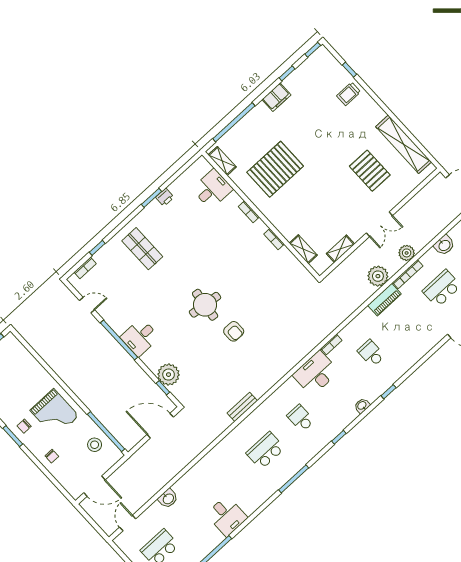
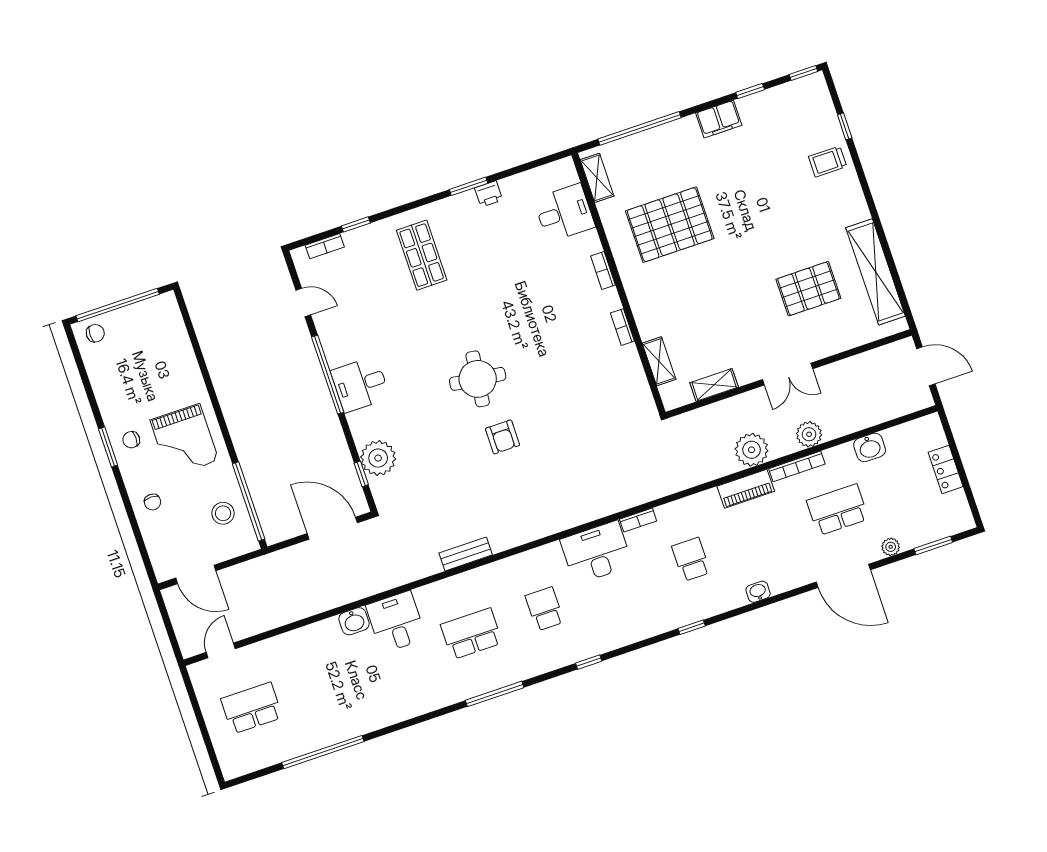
pallet: (370, 171) -> (808, 289), turned 90
washbasin: (362, 406) -> (758, 592), moved
washbasin: (168, 499) -> (354, 621), moved
desk: (227, 516) -> (396, 622), moved, turned 180

